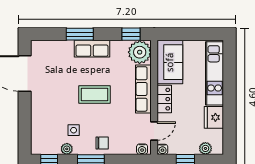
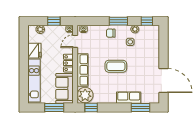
window: (80, 34) -> (141, 107), moved
window: (185, 34) -> (54, 107), added
row of seats: (92, 49) -> (129, 98), moved

